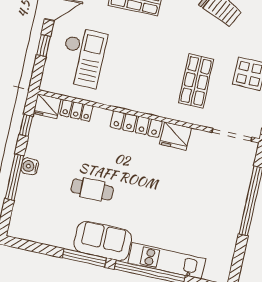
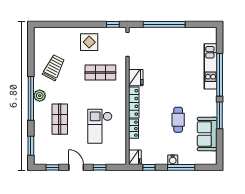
checkout: (83, 57) -> (100, 126), moved, turned -90
locker: (77, 110) -> (133, 129), moved
sofa: (103, 241) -> (207, 134), moved

